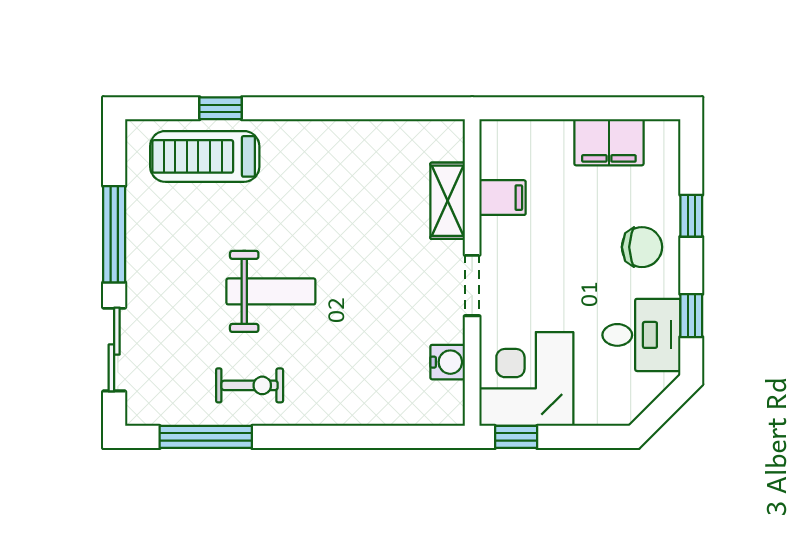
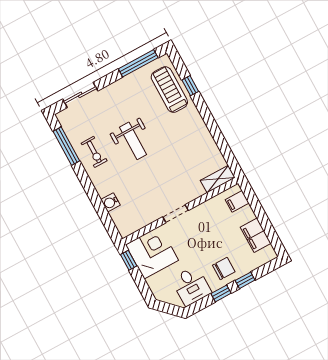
filing cabinet: (503, 198) -> (237, 201), moved, turned 90
shelving: (448, 201) -> (218, 179), moved
window: (114, 234) -> (138, 63), moved
chair: (642, 247) -> (224, 268), turned -90
window: (691, 316) -> (221, 293), moved
water cooler: (448, 362) -> (110, 202), moved, turned 90

